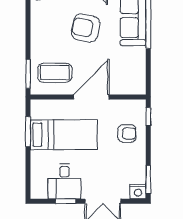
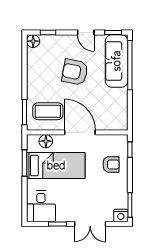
door: (91, 97) -> (80, 132), hinge flipped
floor lamp: (52, 107) -> (46, 141), added
desk: (65, 181) -> (41, 206), moved

